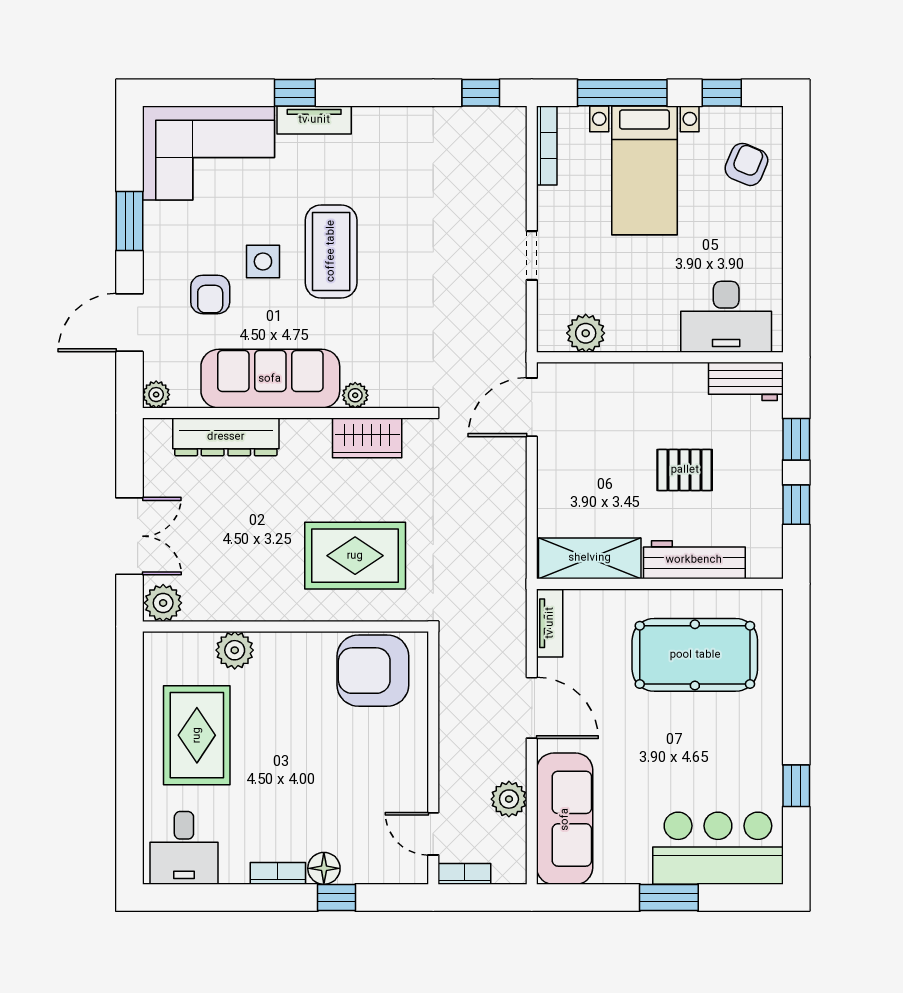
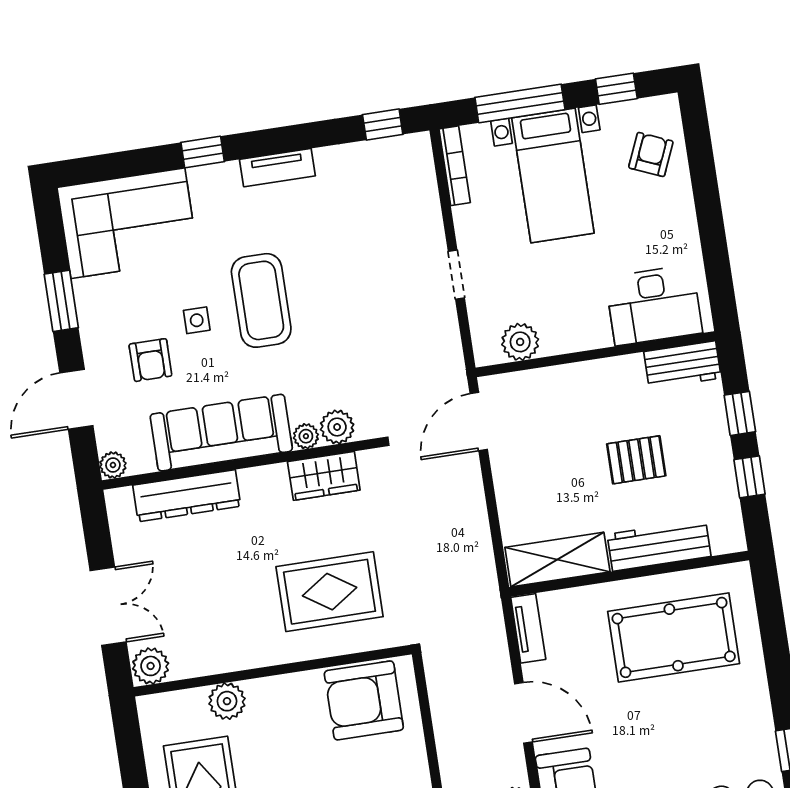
tv unit: (314, 120) -> (277, 168), moved
side table: (263, 262) -> (197, 320), width x0.73, depth x0.73
plant: (388, 391) -> (337, 427), added

